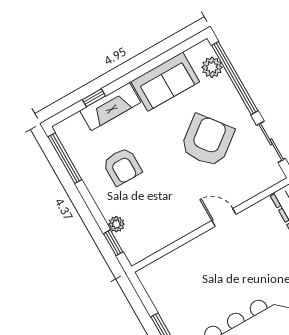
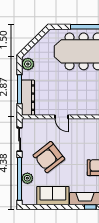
plant: (212, 67) -> (27, 178), moved

